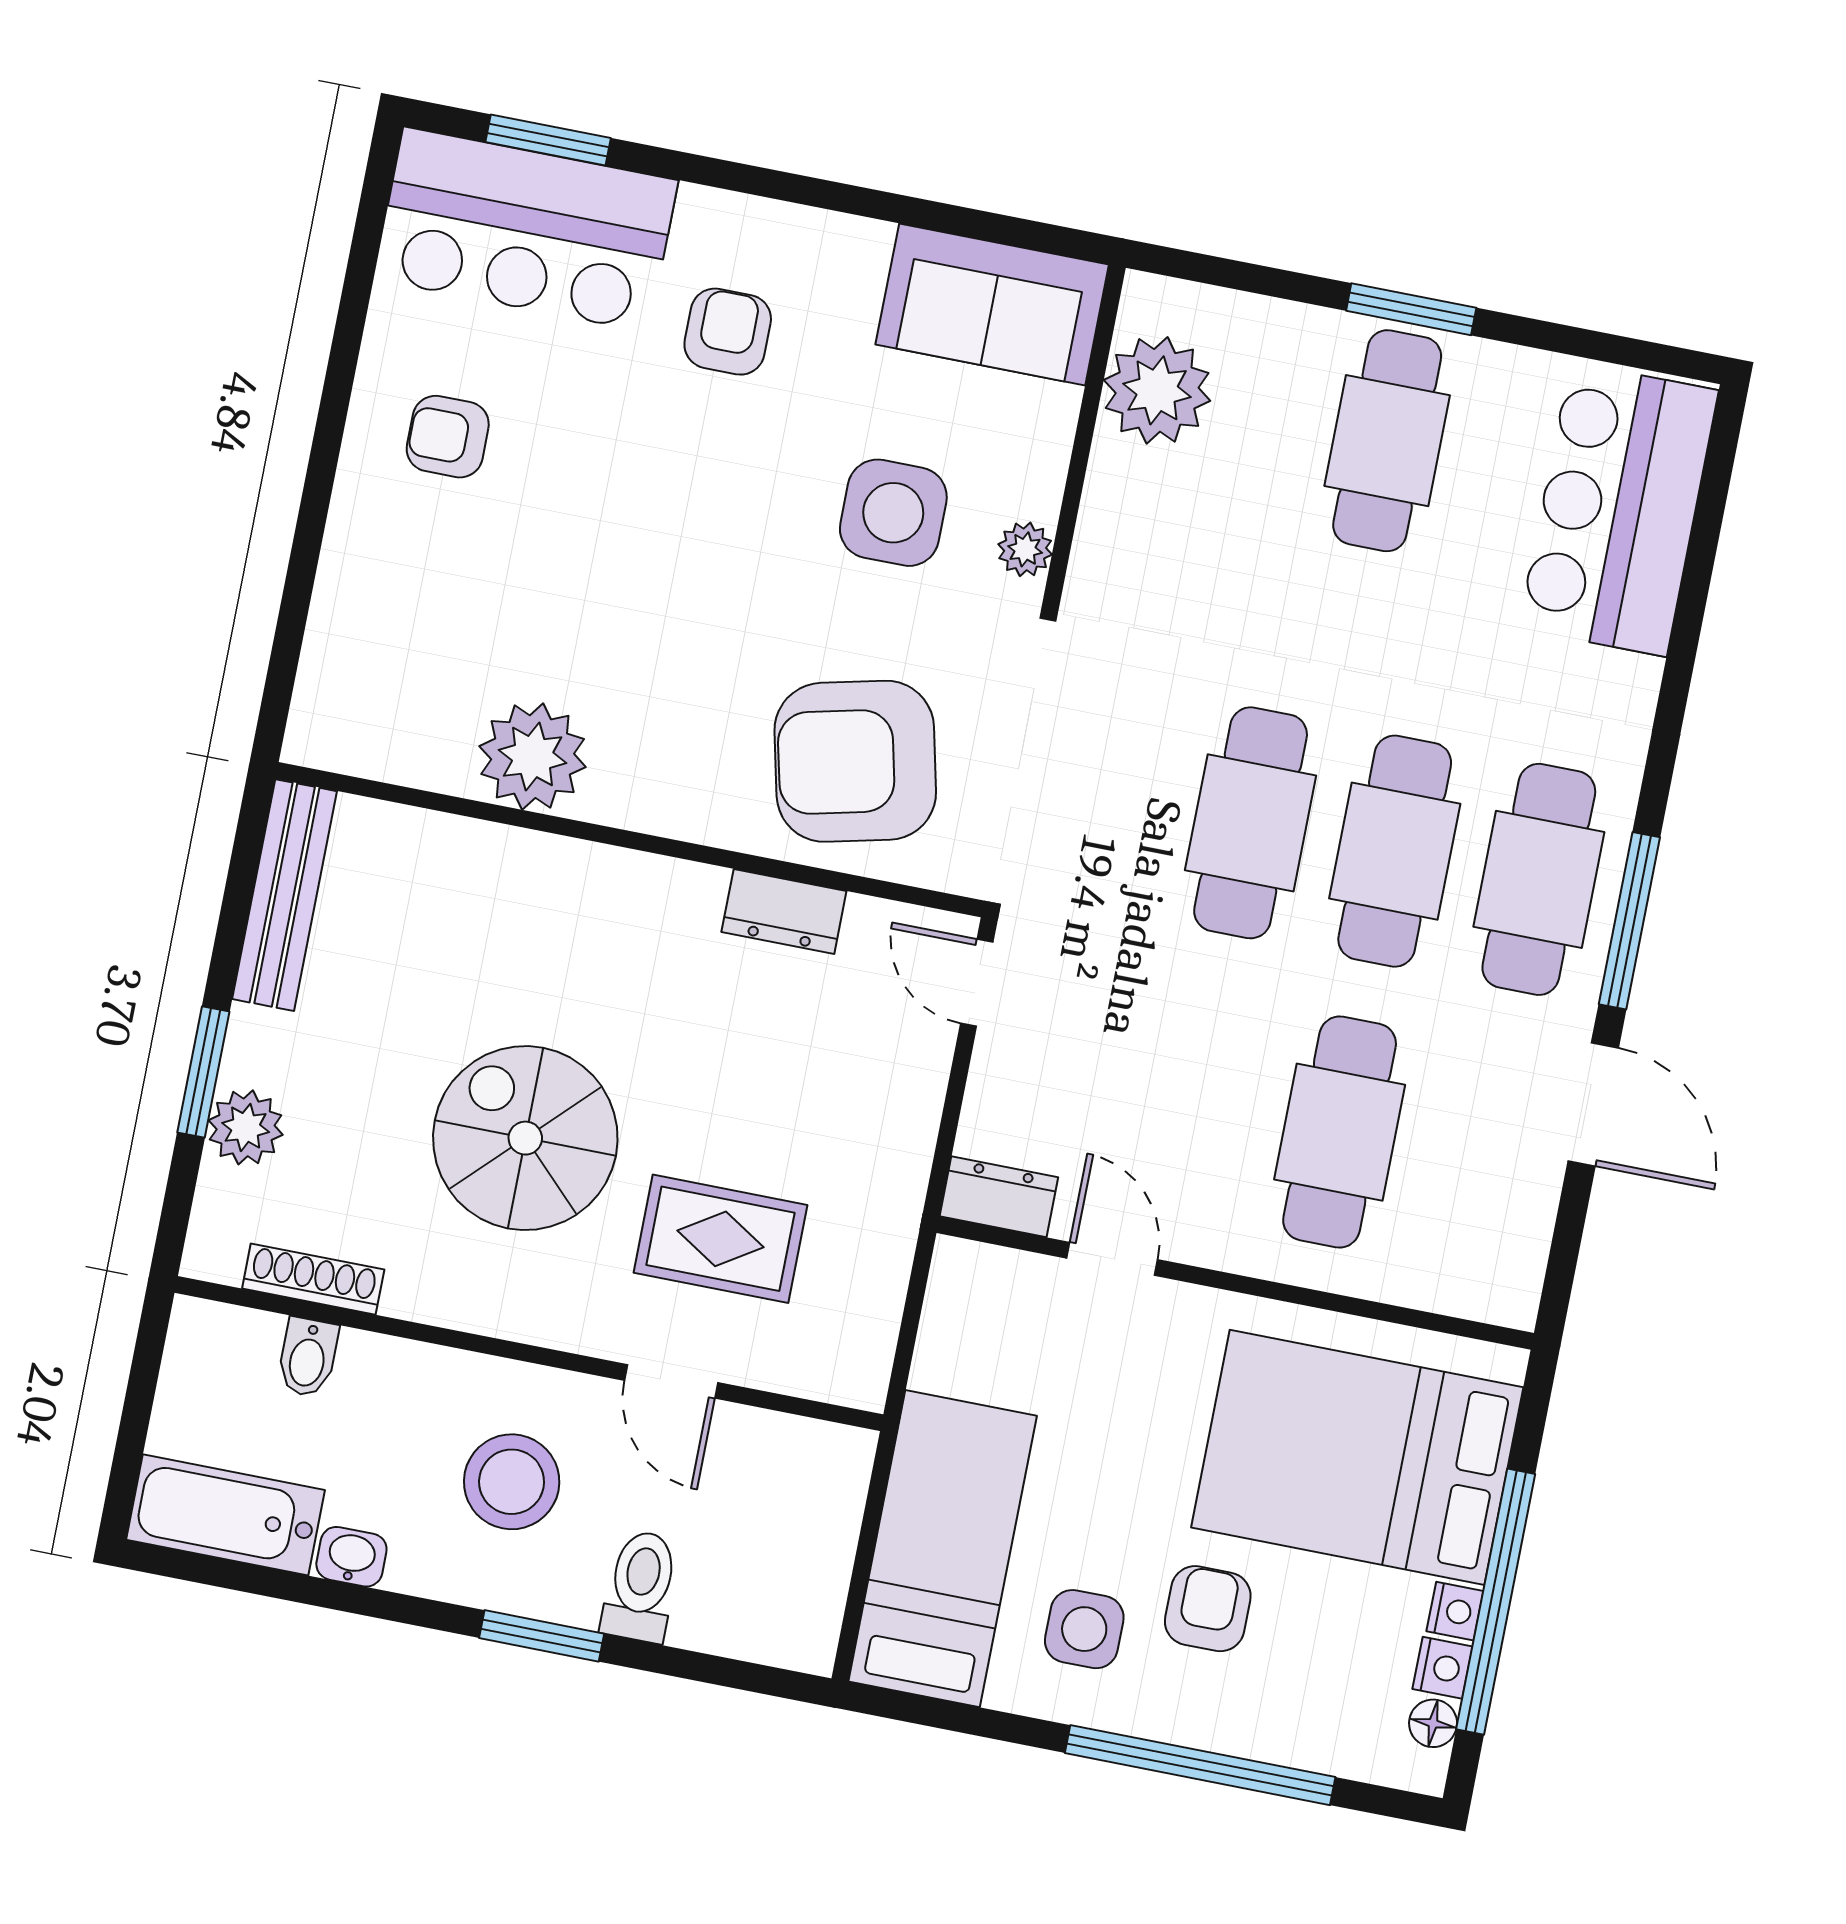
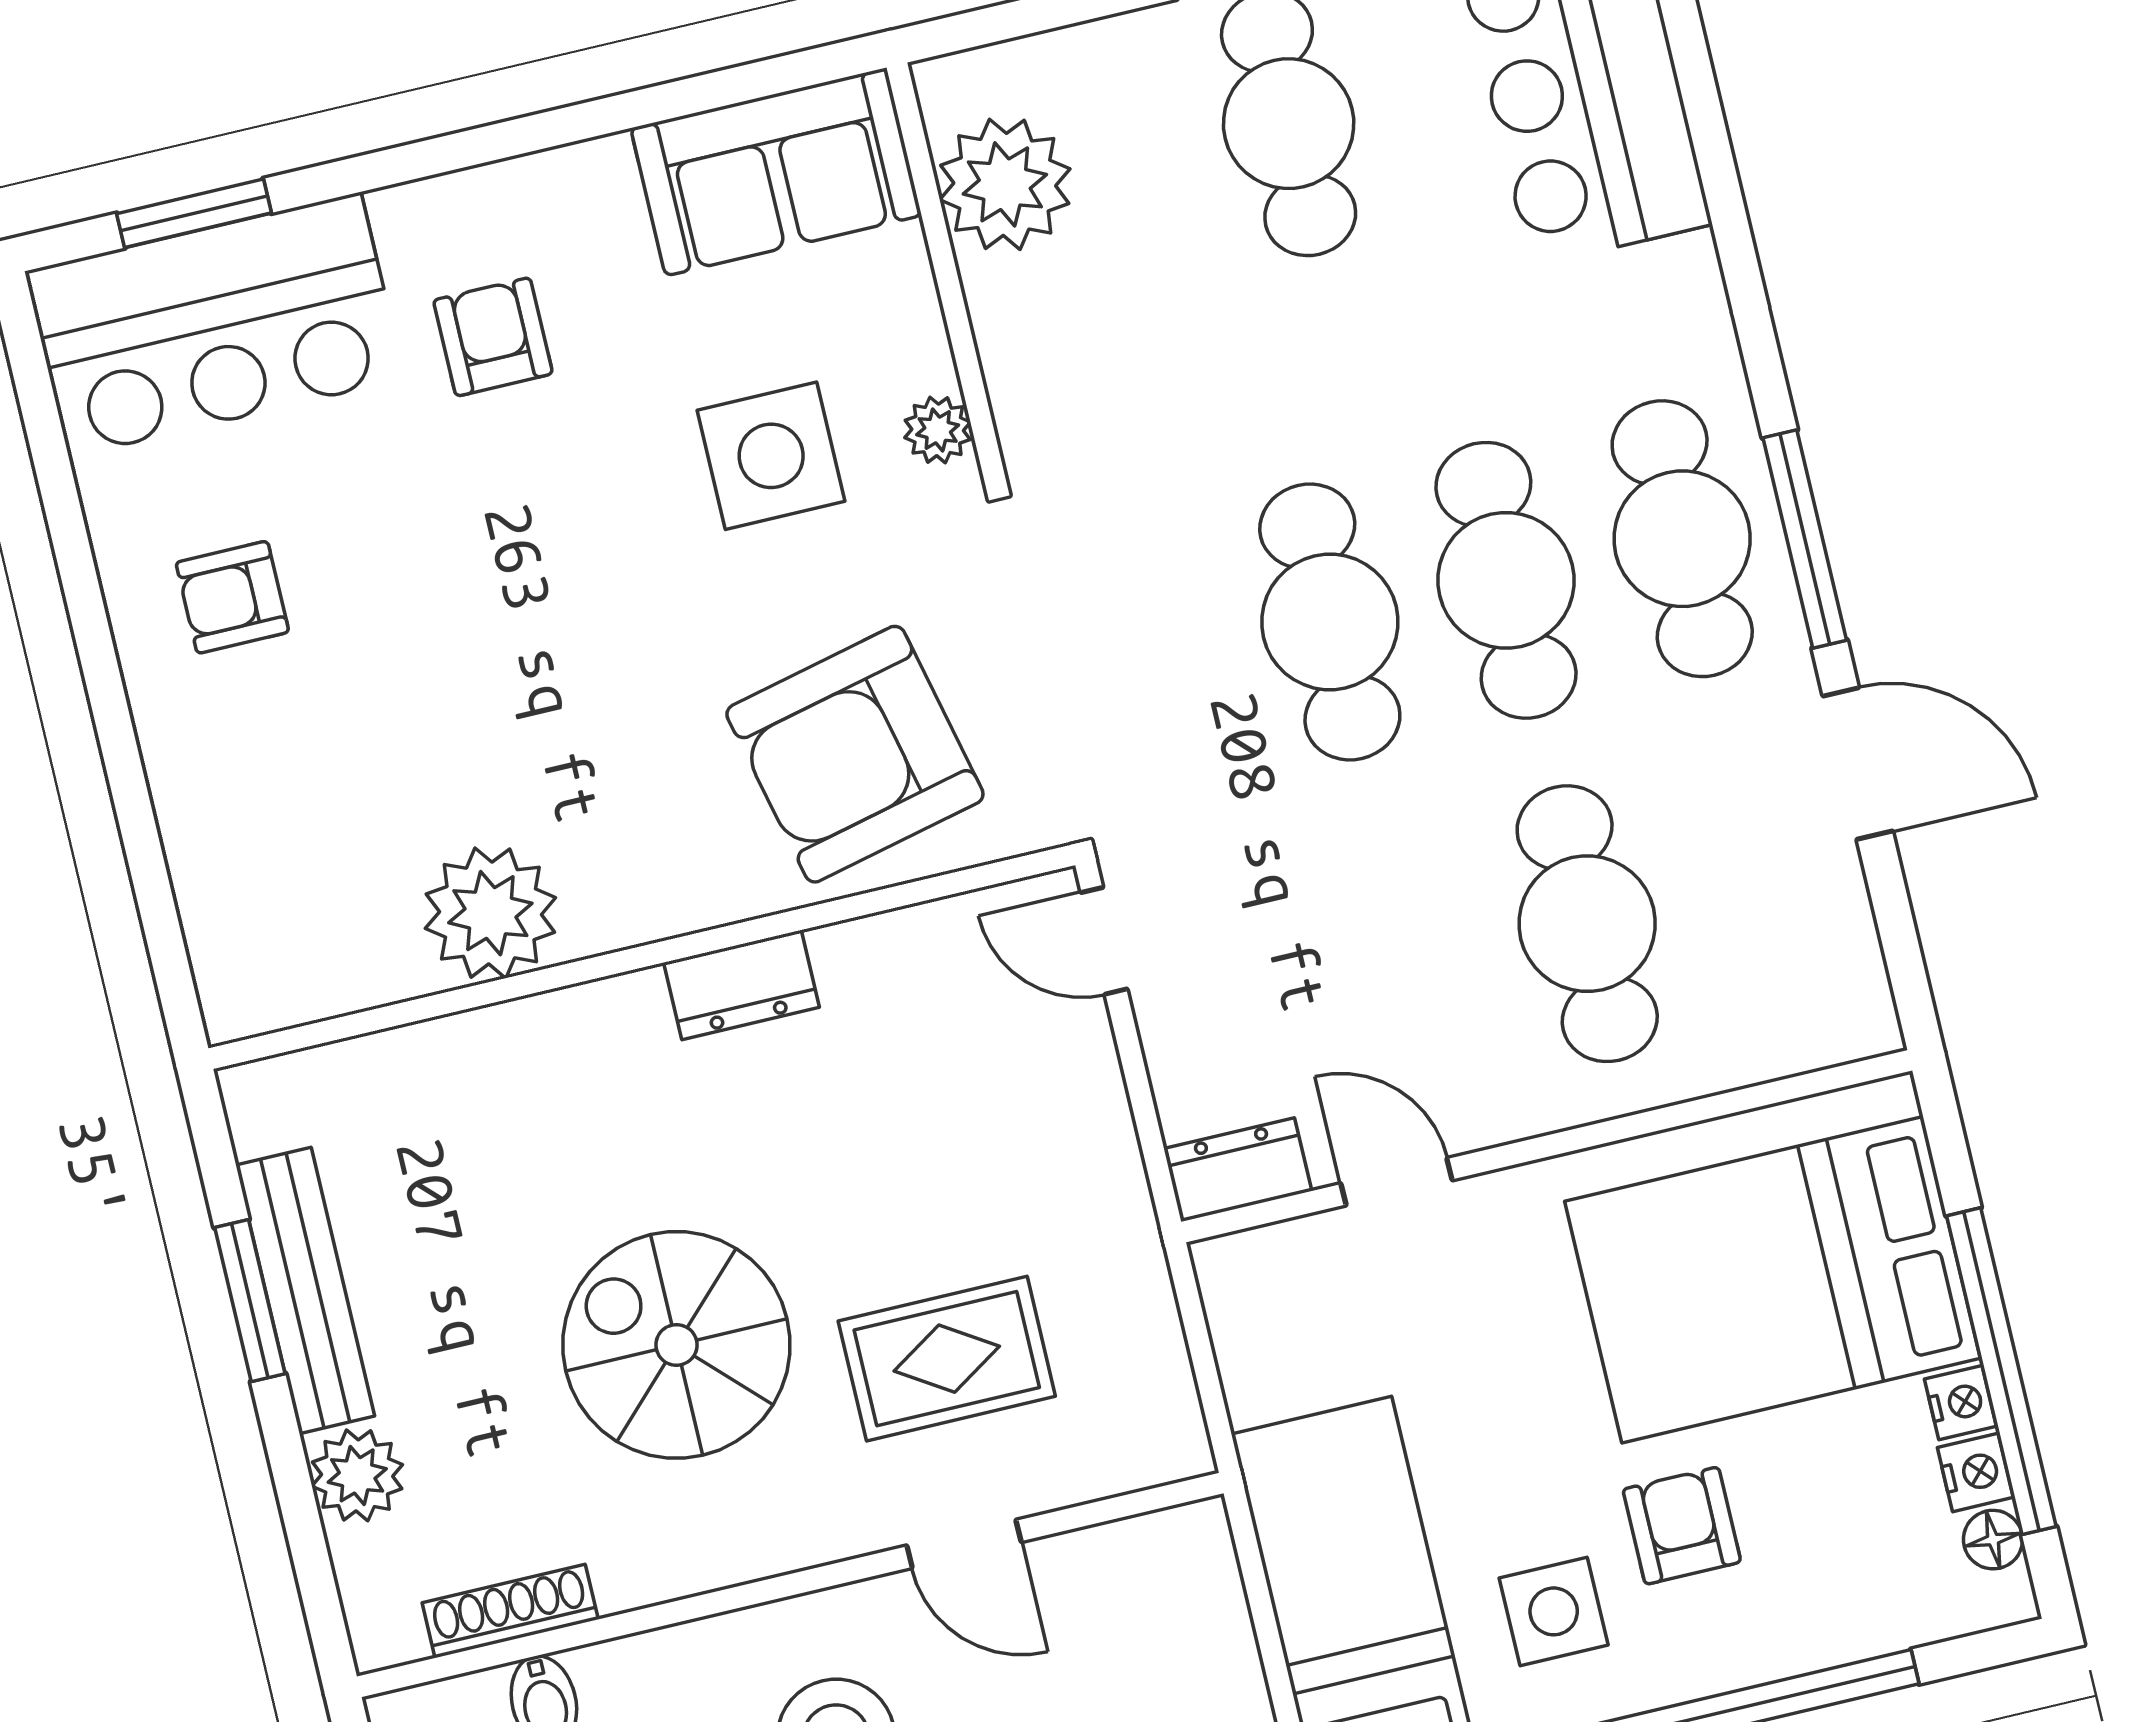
bench: (285, 895) -> (305, 1290), moved
dresser: (784, 911) -> (742, 985), moved
window: (203, 1072) -> (250, 1301), moved

